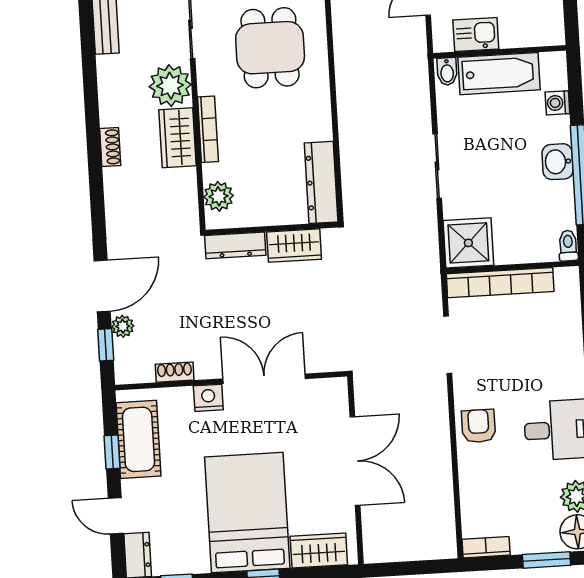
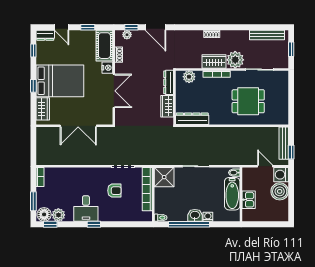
kitchen sink: (476, 34) -> (249, 200), moved
washing machine: (557, 103) -> (208, 217), moved
plant: (123, 326) -> (127, 35), moved
armchair: (478, 426) -> (114, 191), moved
cot: (138, 439) -> (104, 46), moved, turned 90
door: (116, 516) -> (62, 27), swing flipped

